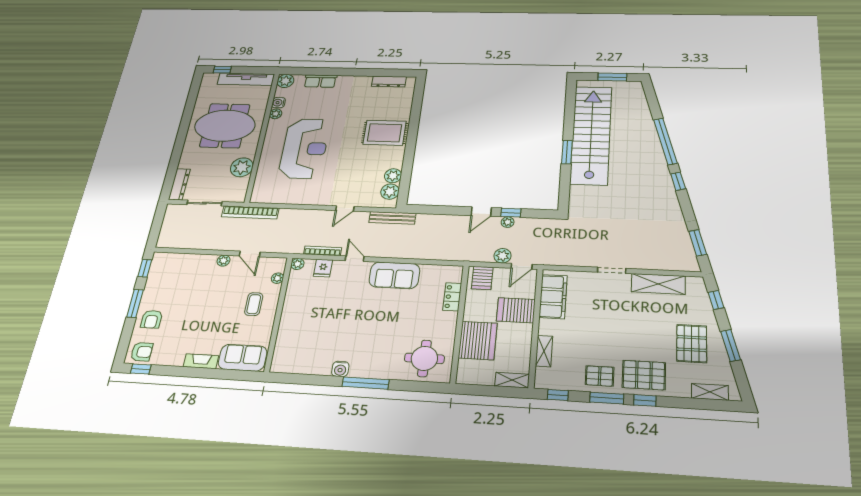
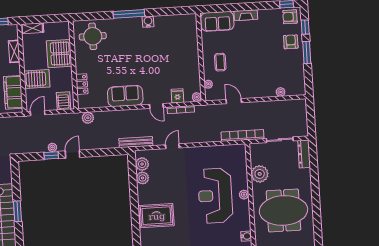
plant: (276, 114) -> (244, 195), moved
plant: (503, 256) -> (88, 118), moved
plant: (223, 261) -> (281, 92), moved
window: (145, 268) -> (305, 27), moved

